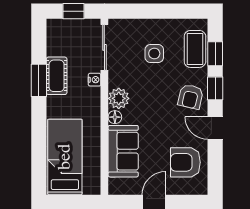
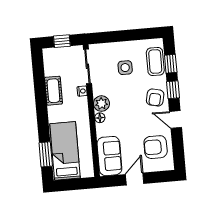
window: (39, 80) -> (46, 154), moved
sofa: (123, 151) -> (109, 156), moved

